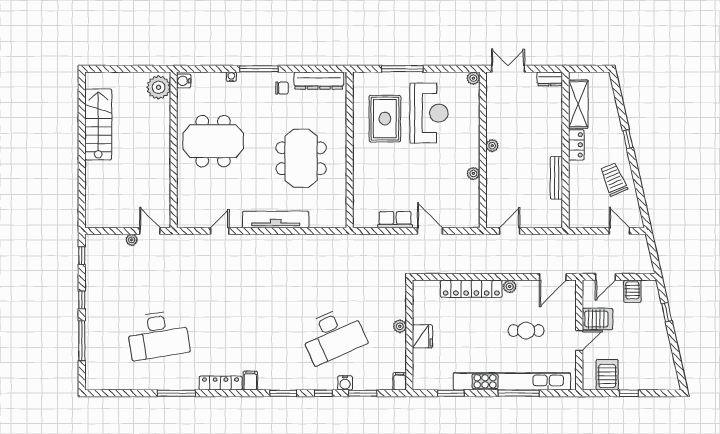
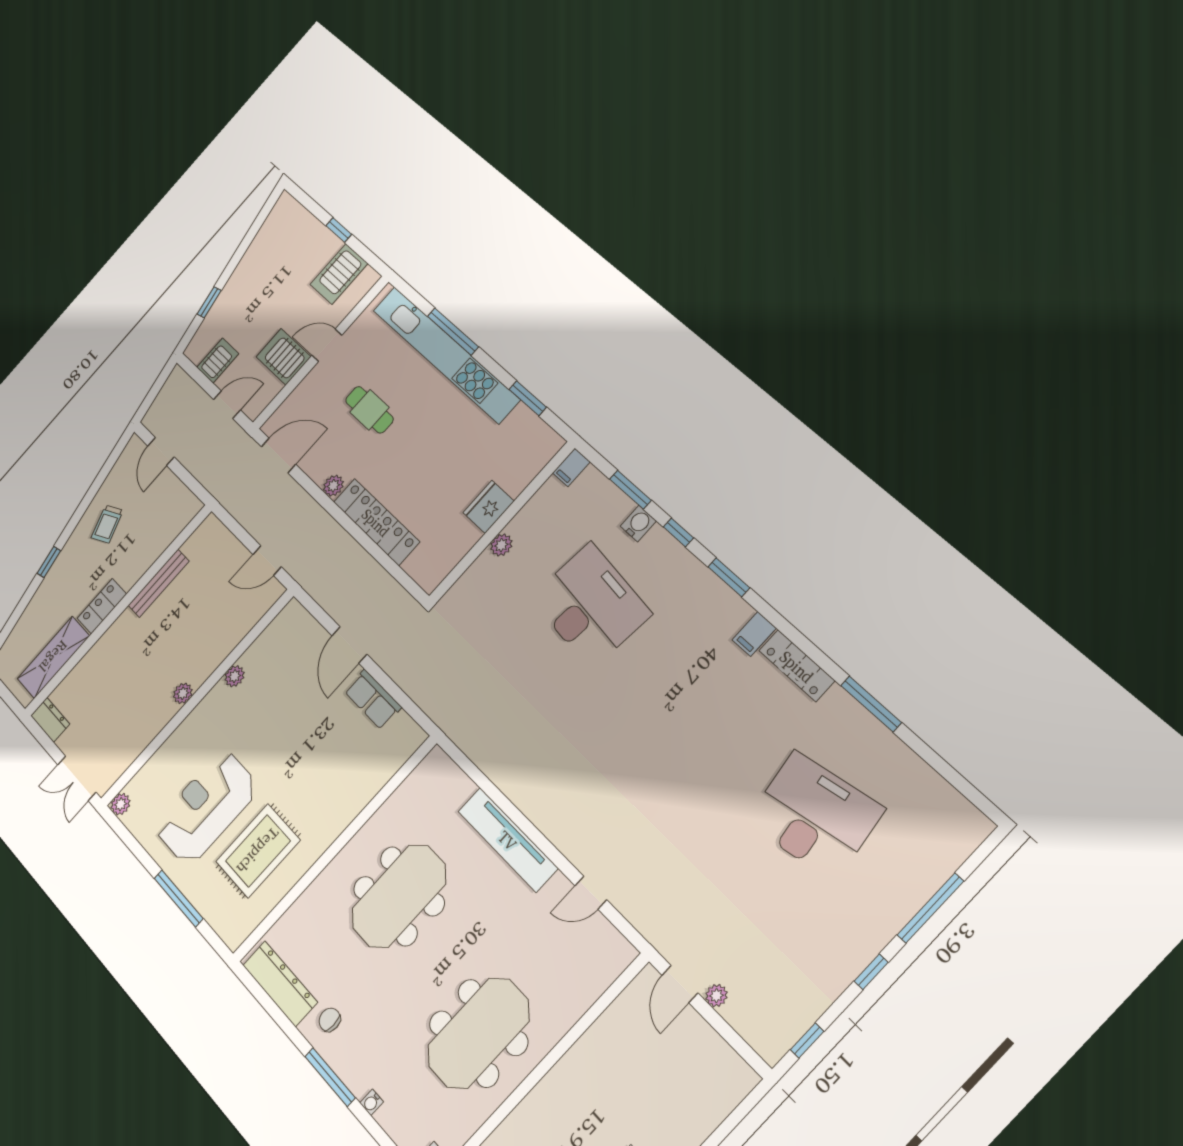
meeting table: (213, 141) -> (478, 1033), turned 90
trolley: (614, 179) -> (107, 524), width x0.73, depth x0.72
desk: (333, 335) -> (591, 606), turned 30

